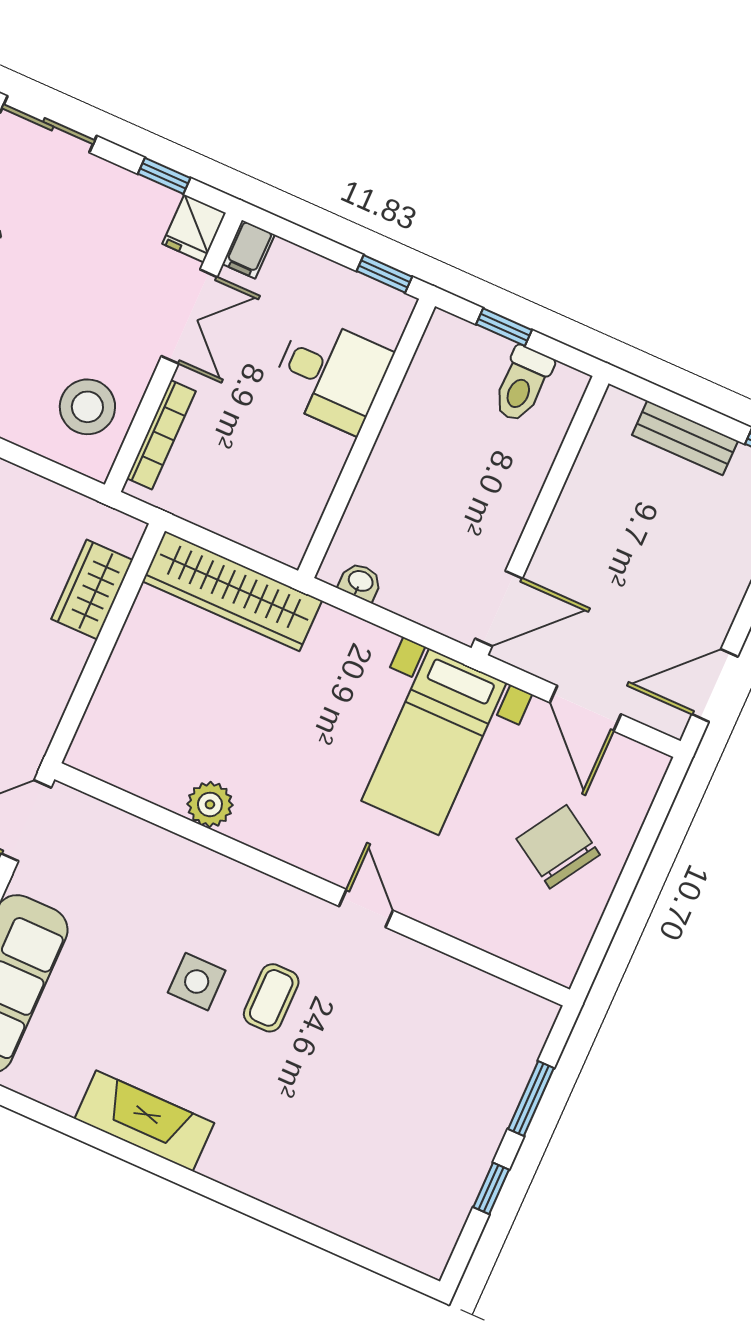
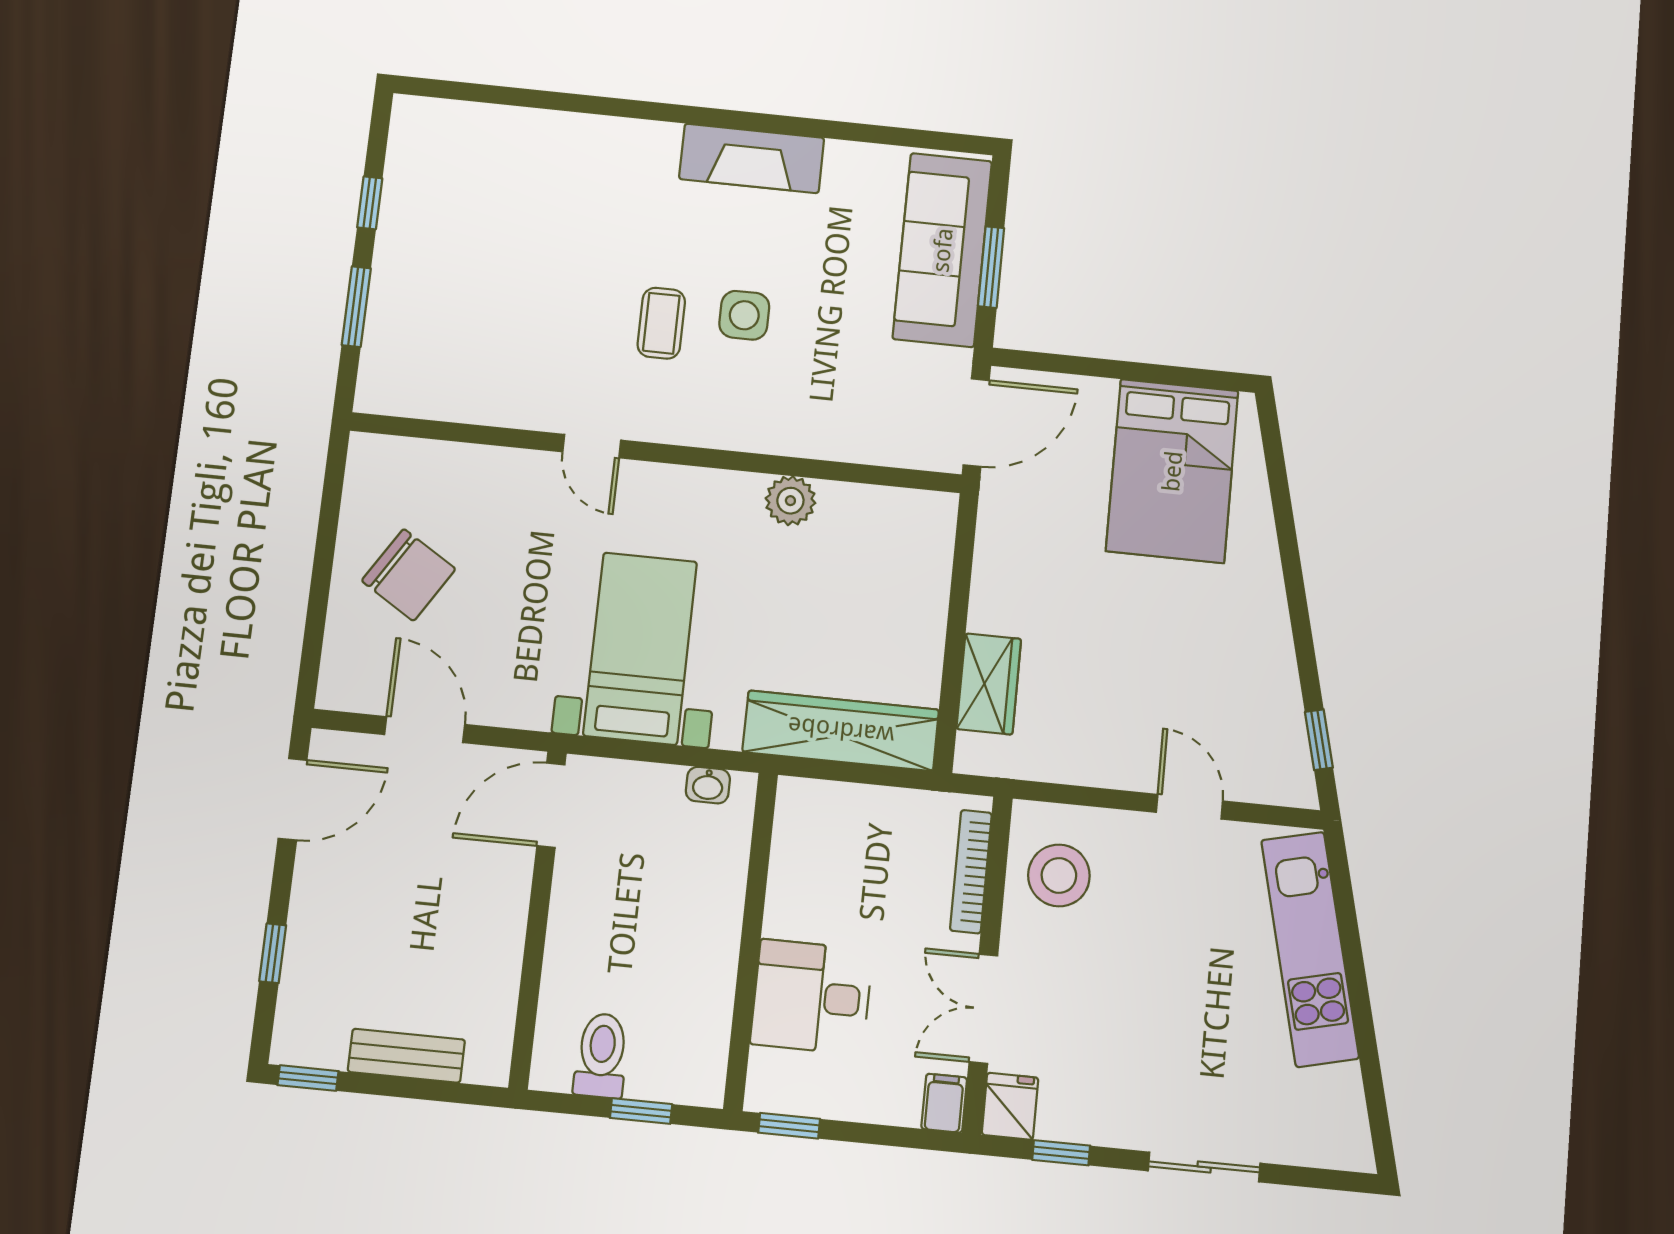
bed with nightstands: (434, 742) -> (640, 648), moved

